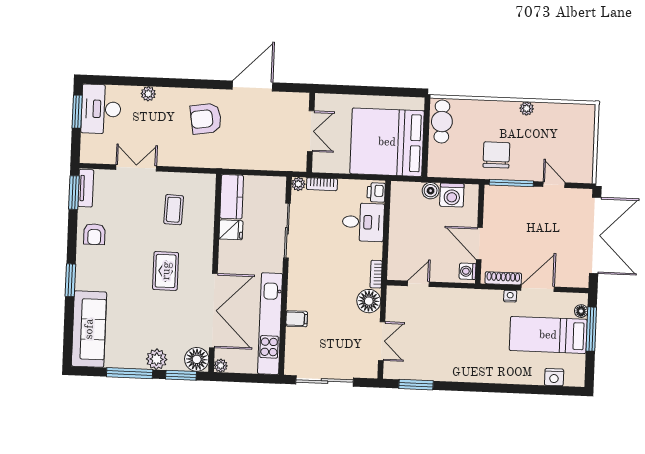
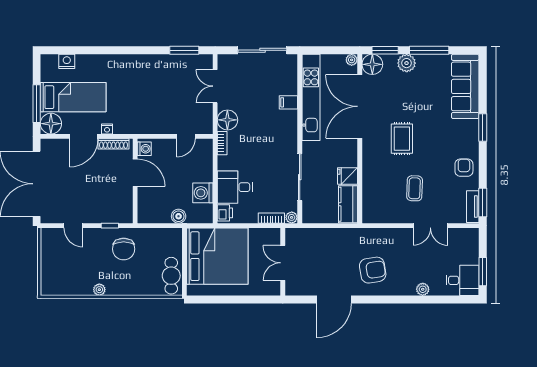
desk: (101, 109) -> (462, 280), width x0.73
window: (511, 183) -> (110, 226), width x0.46
washing machine: (452, 195) -> (203, 193), moved, turned -90
coffee table: (174, 210) -> (415, 188), moved
floor lamp: (581, 311) -> (51, 124), width x1.89, depth x1.89

